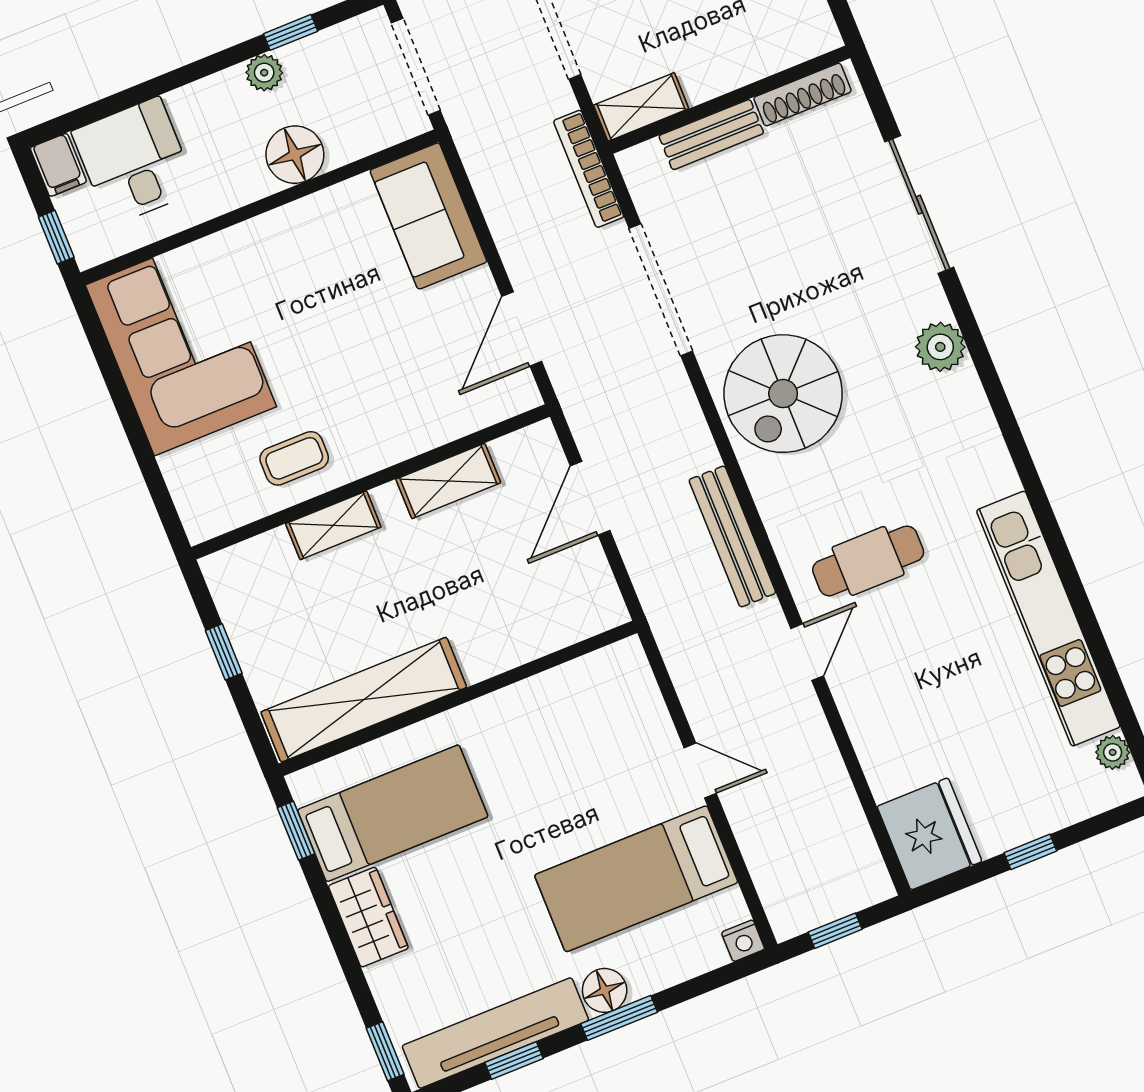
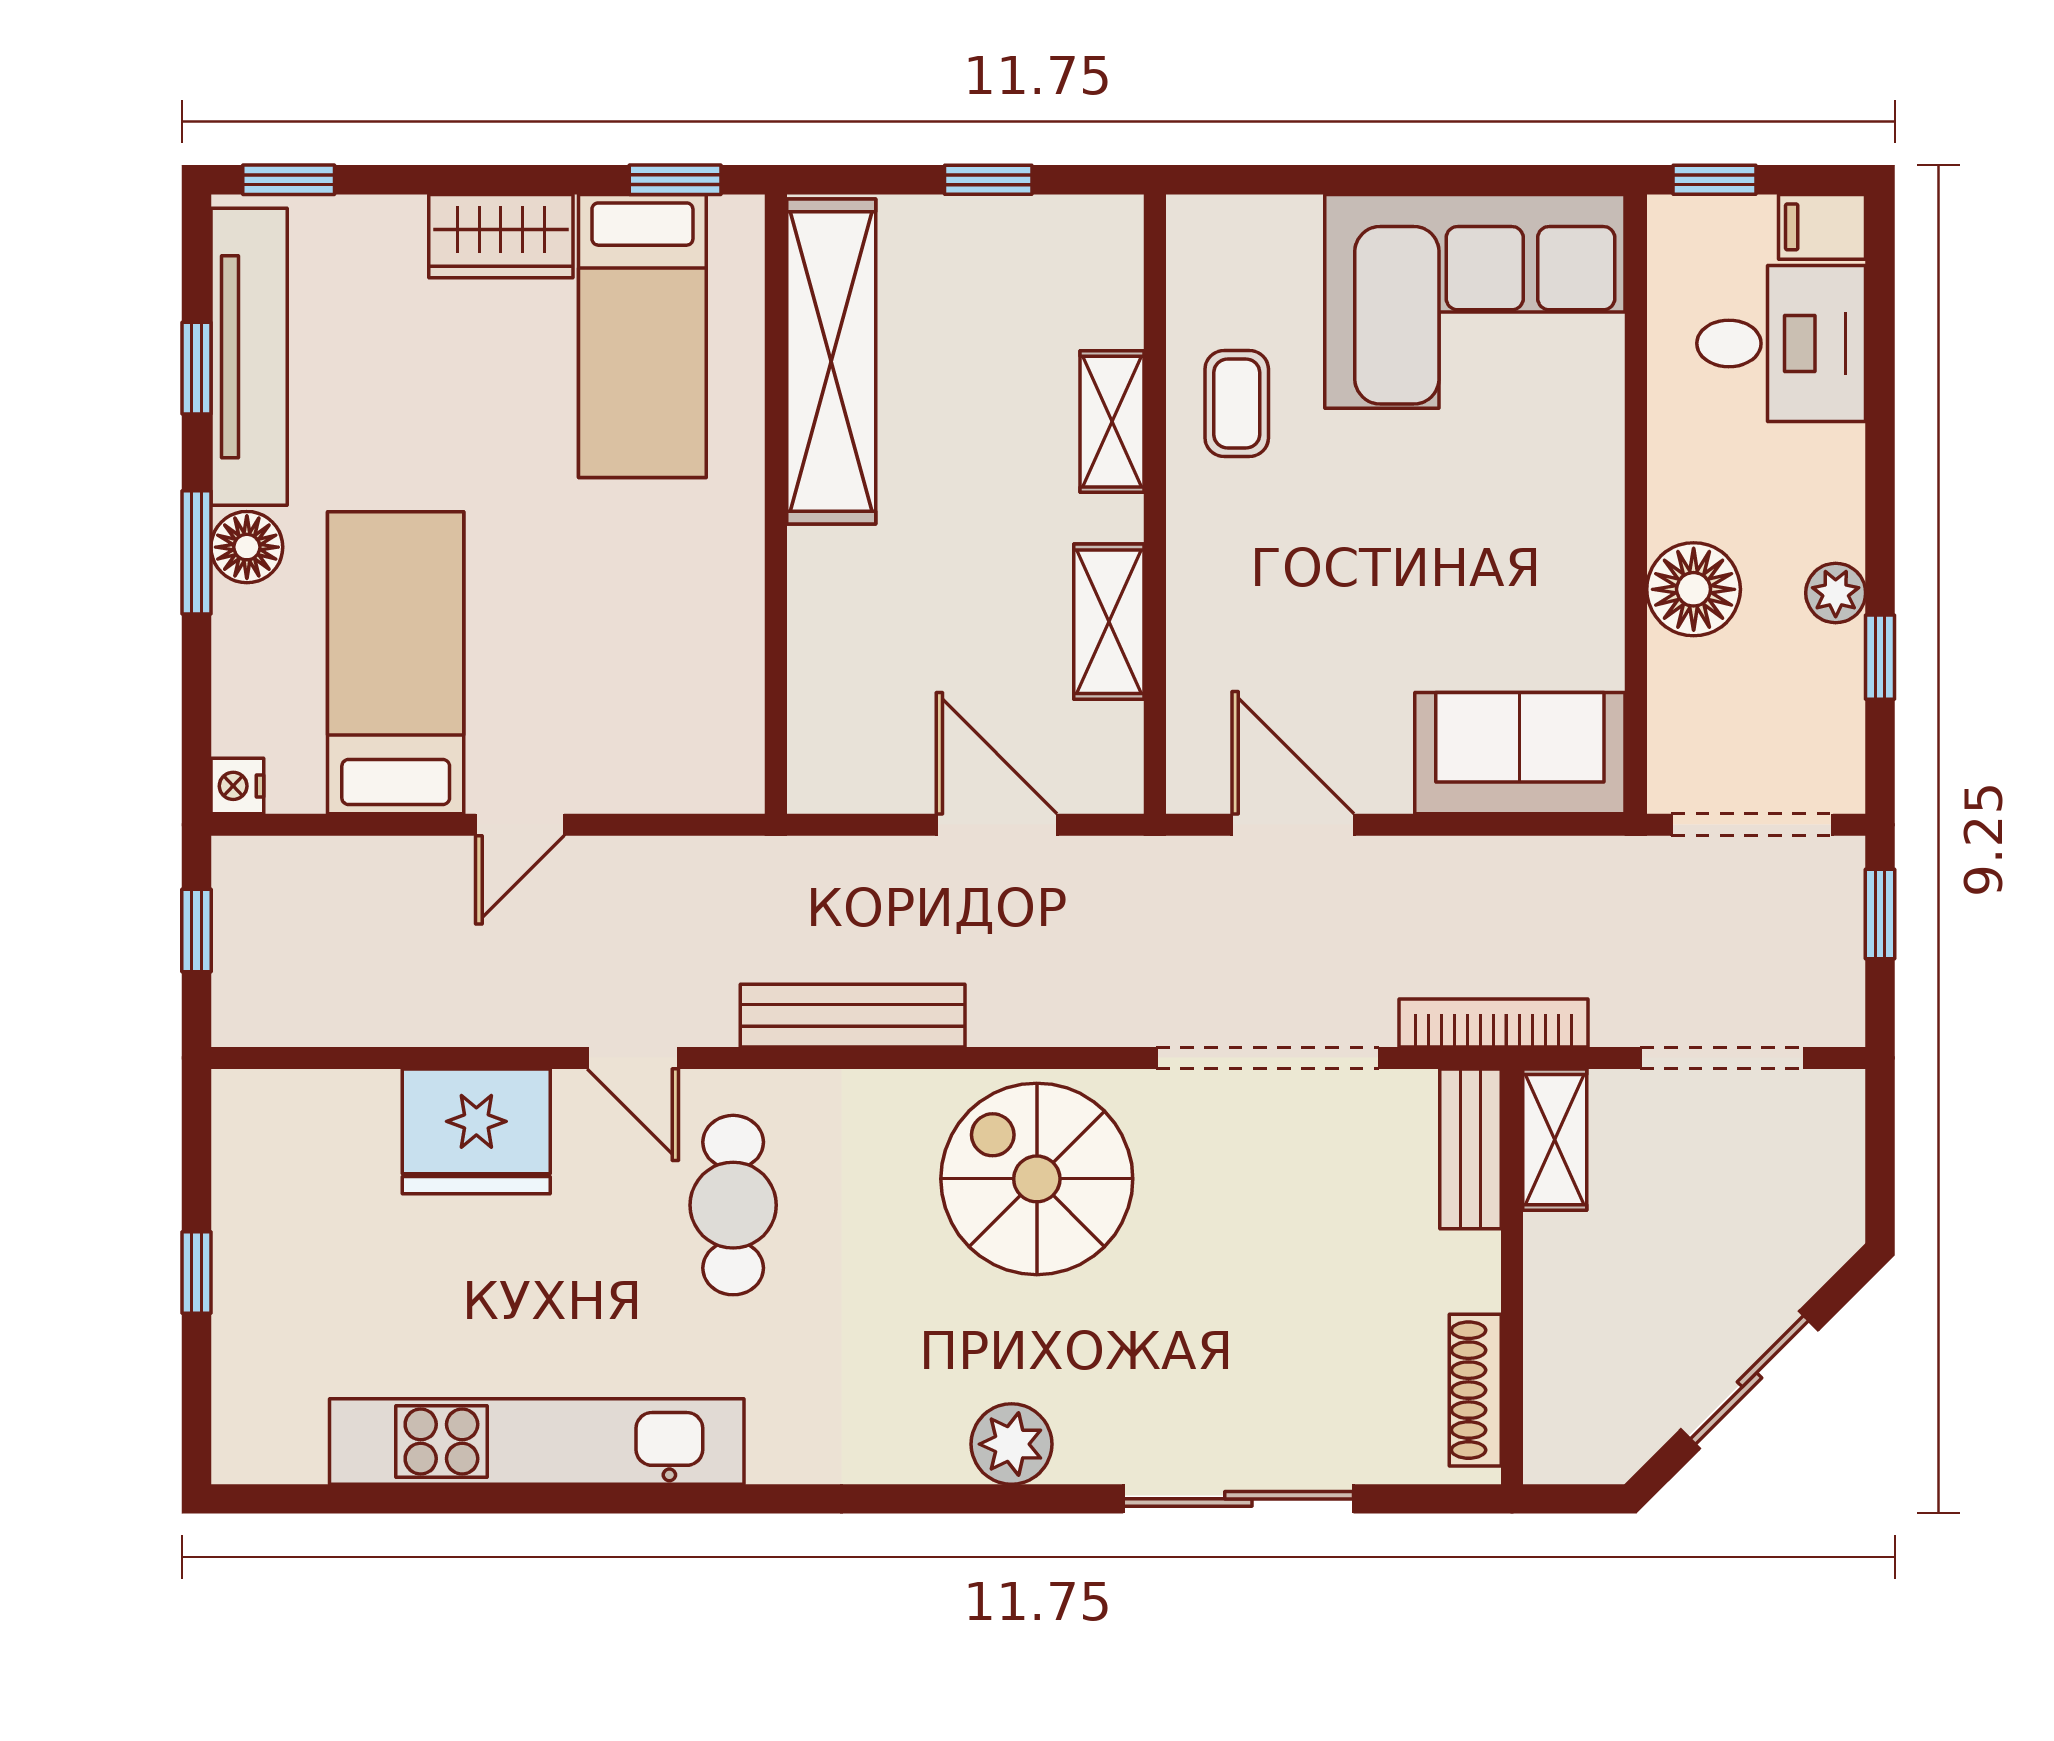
bench: (711, 135) -> (1471, 1149), moved
plant: (1113, 752) -> (296, 1457), removed
fridge: (929, 834) -> (476, 1131), moved

